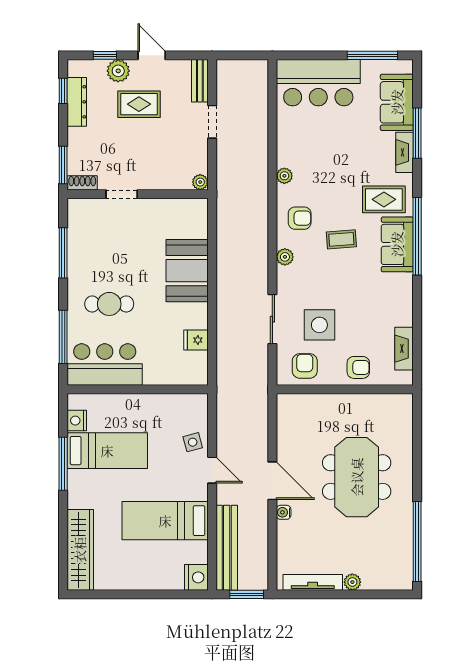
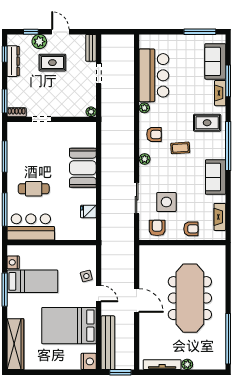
bar counter: (318, 83) -> (154, 75), moved, turned -90
sofa: (397, 244) -> (216, 177), moved
meeting table: (357, 477) -> (190, 298), width x1.36
water cooler: (284, 512) -> (144, 320), removed
bed: (165, 521) -> (69, 326), width x1.50

